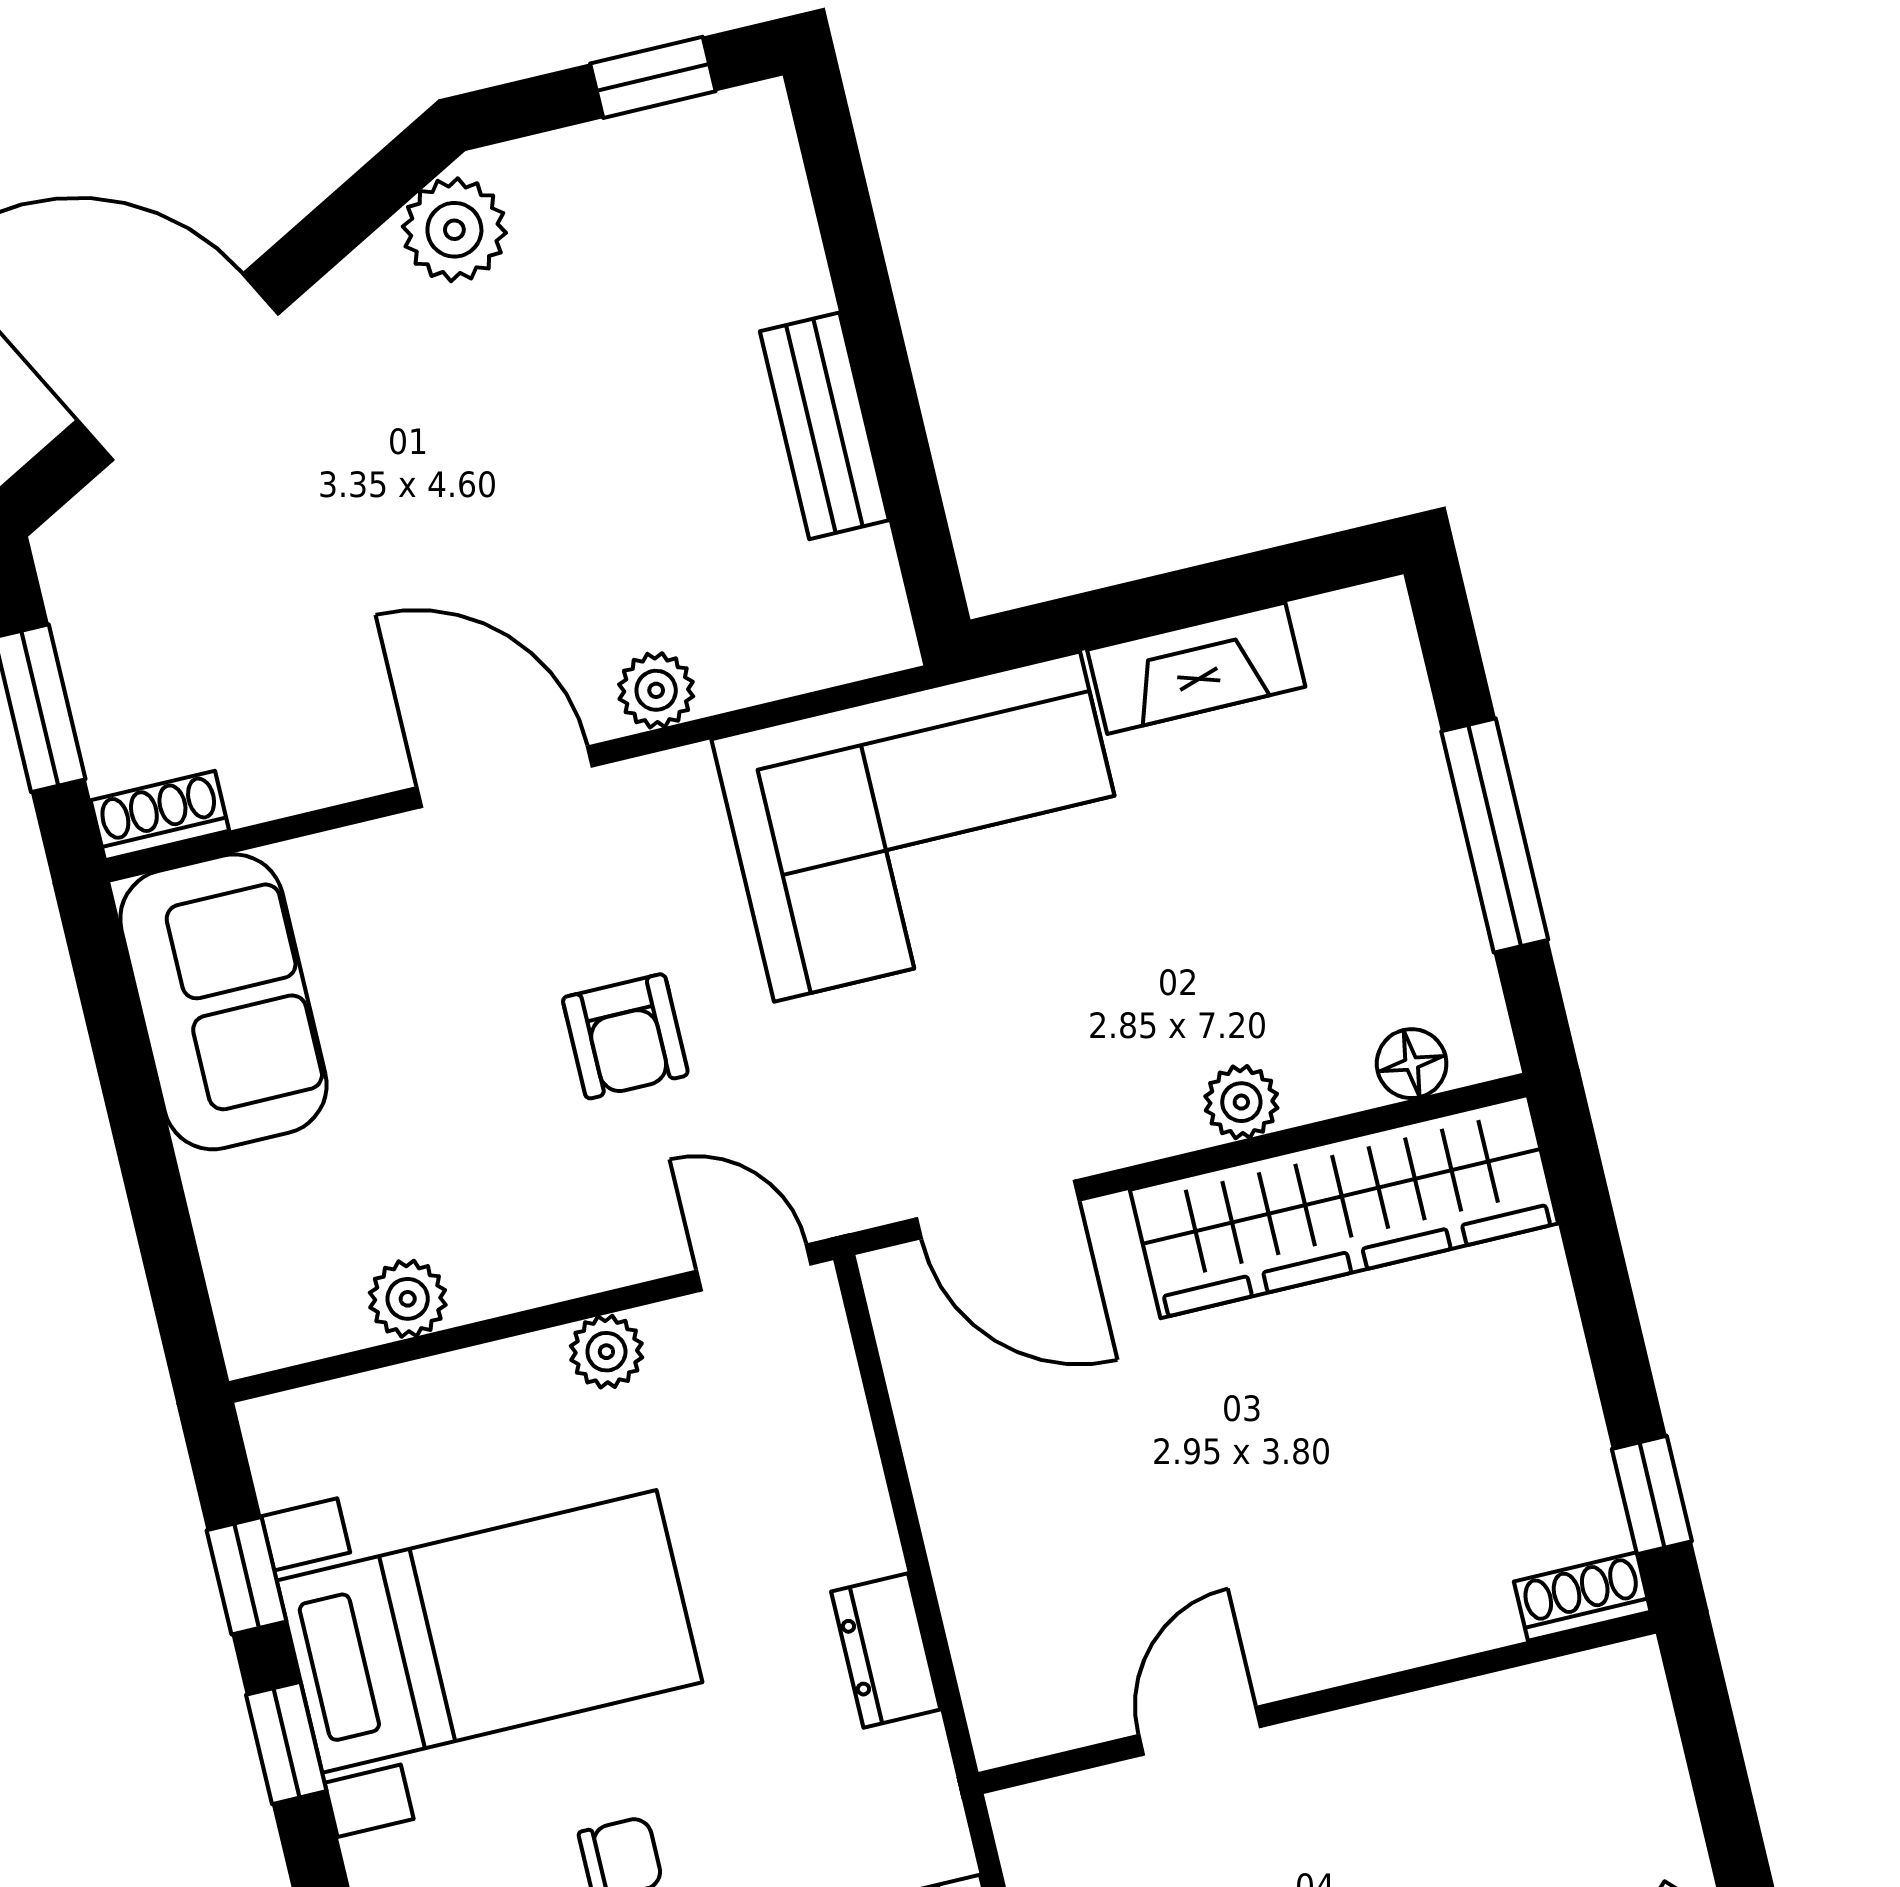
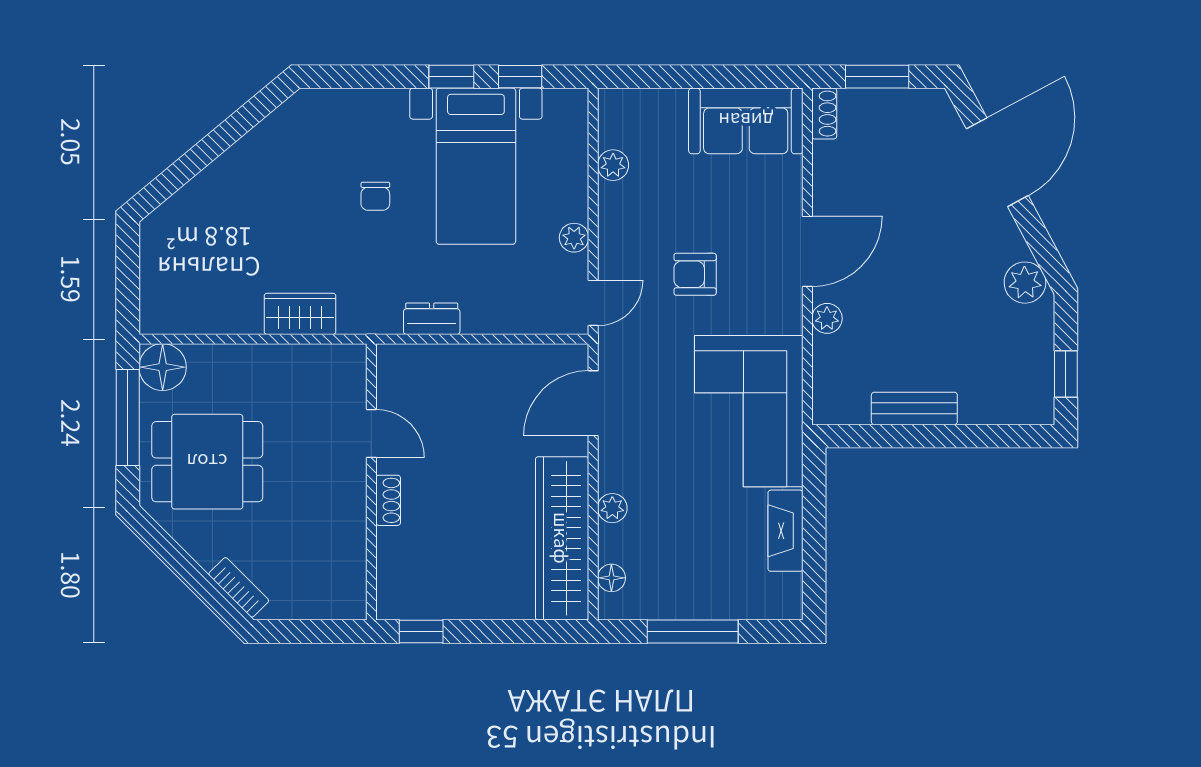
shoe rack: (1582, 1597) -> (388, 500), moved

